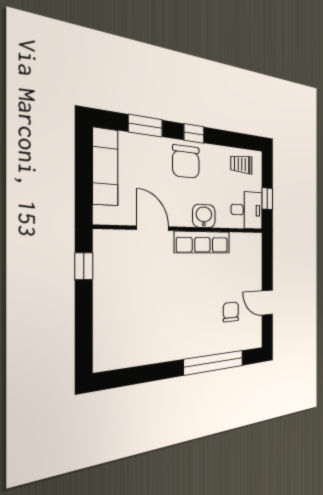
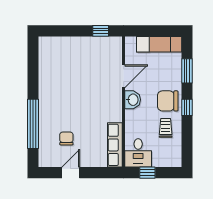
trolley: (241, 164) -> (166, 128), moved
washbasin: (204, 216) -> (133, 100), moved
row of seats: (202, 242) -> (115, 145), moved
chair: (231, 312) -> (66, 138), turned -90

